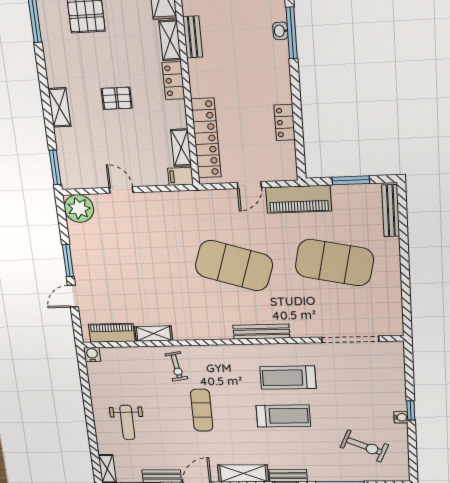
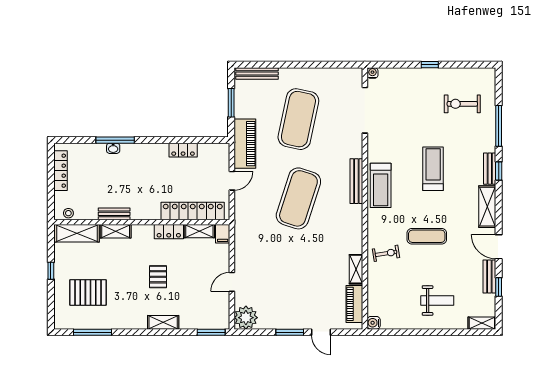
locker: (173, 81) -> (169, 232), moved
door: (249, 185) -> (232, 181), hinge flipped
treadmill: (288, 378) -> (381, 185), moved
water cooler: (401, 417) -> (372, 73), moved
exercise bike: (364, 446) -> (462, 104), turned -114

